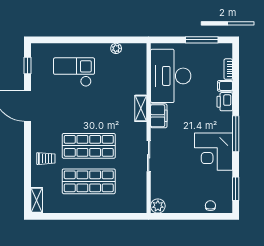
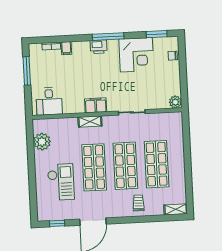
plant: (116, 48) -> (42, 142), width x1.88, depth x1.88
checkout: (74, 72) -> (61, 182), turned 180
desk: (171, 76) -> (49, 101), width x0.53, depth x0.77
printer: (225, 102) -> (99, 47), moved
shop shelf: (89, 110) -> (94, 167), added
corner desk: (214, 152) -> (136, 55), moved

